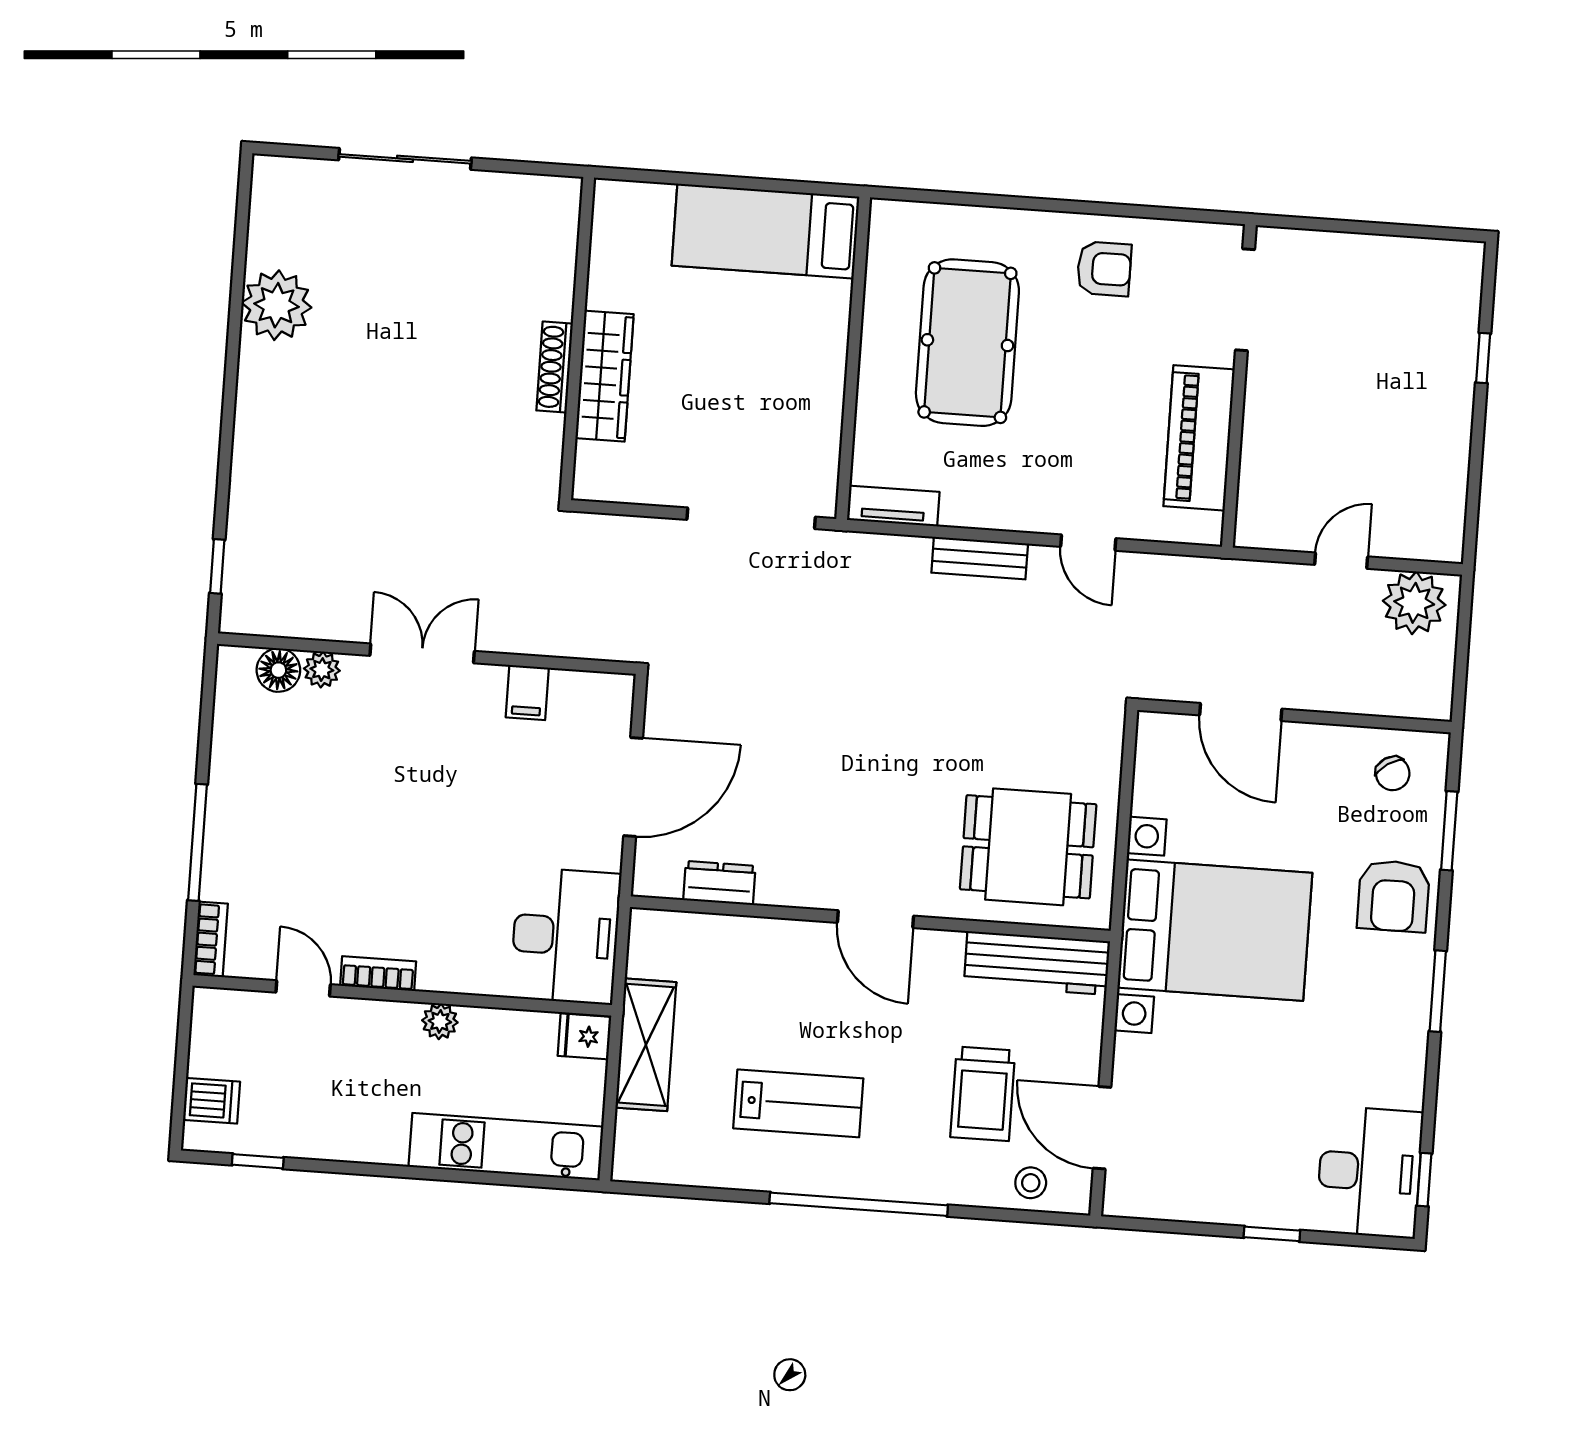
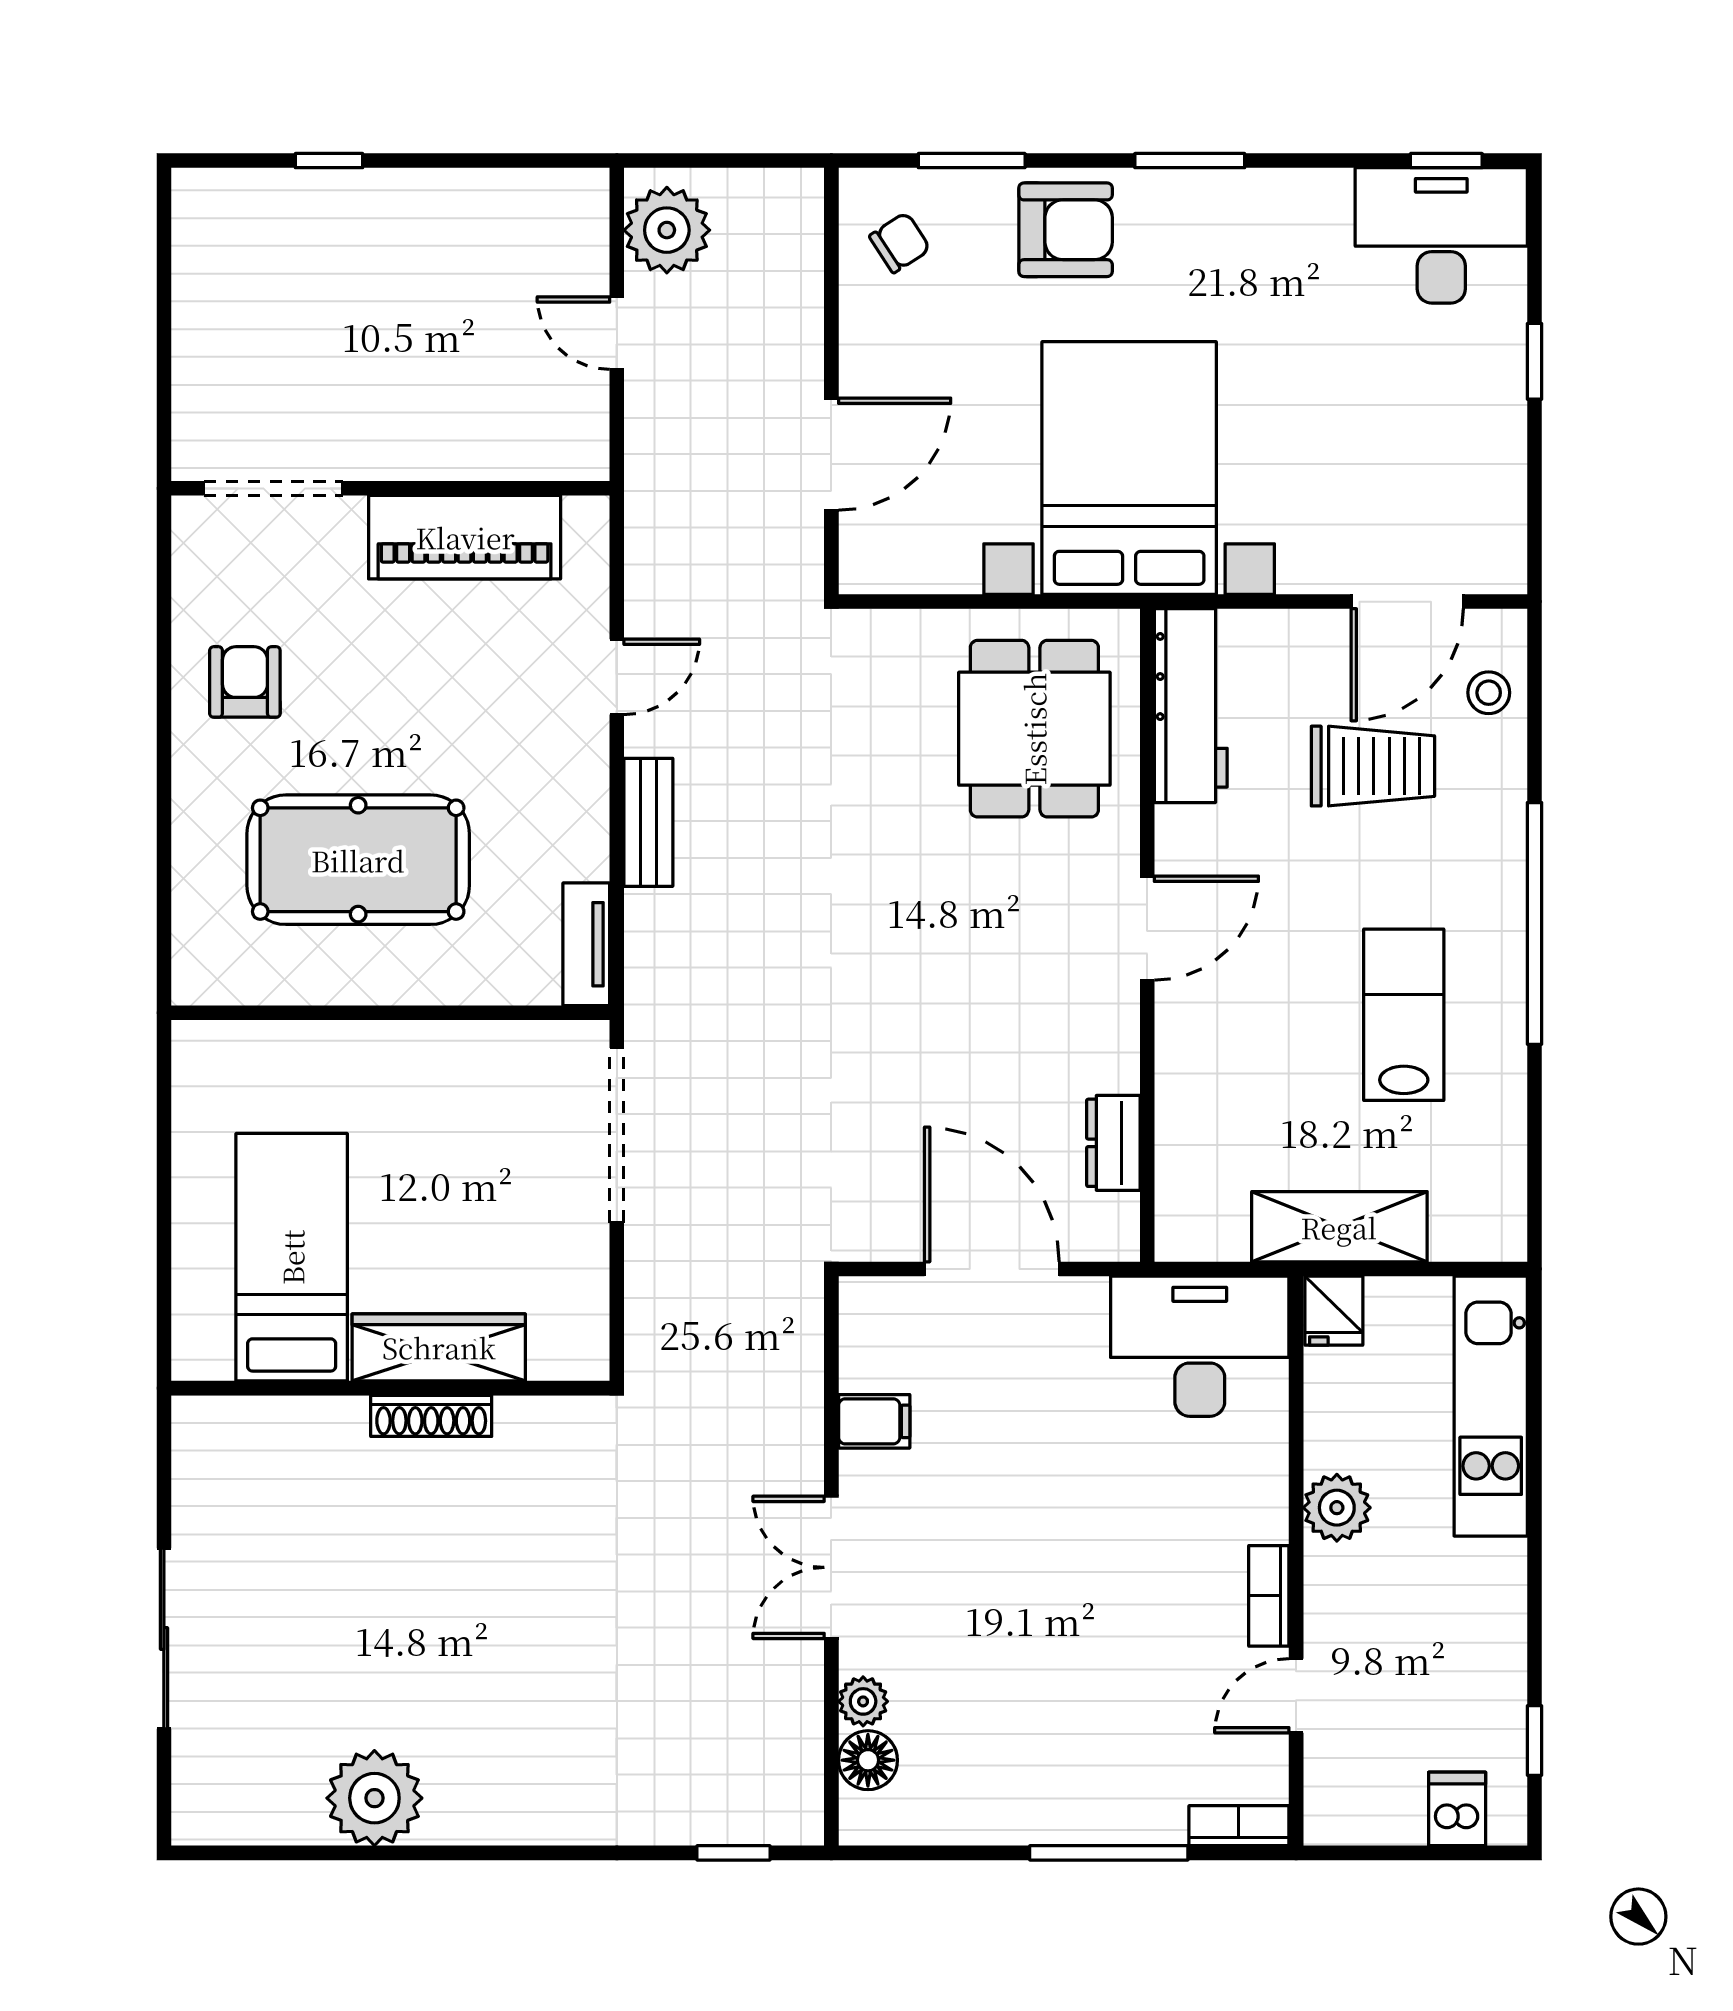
bed: (766, 231) -> (292, 1257), moved, turned 180
plant: (440, 1021) -> (1337, 1508), width x1.38, depth x1.38

